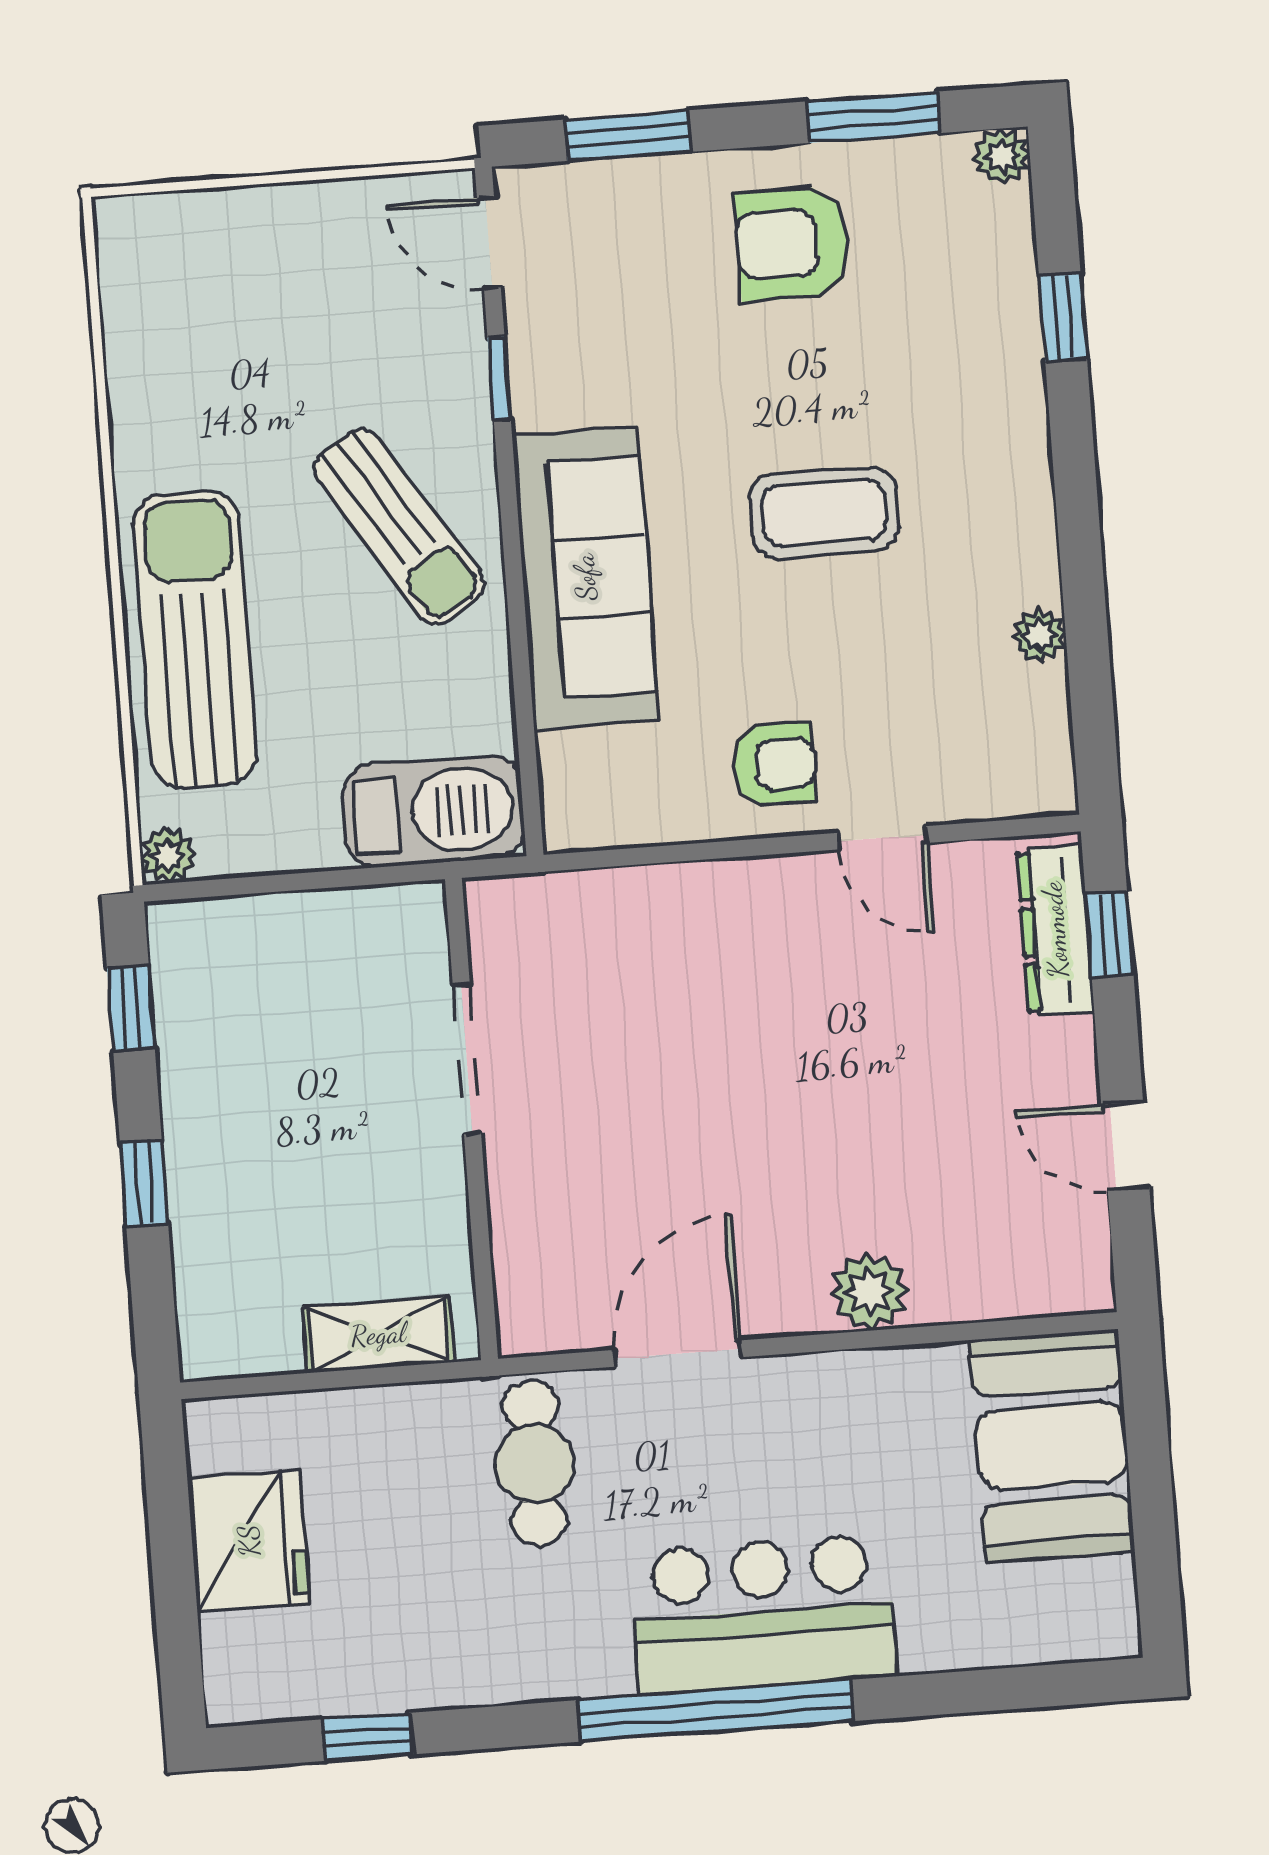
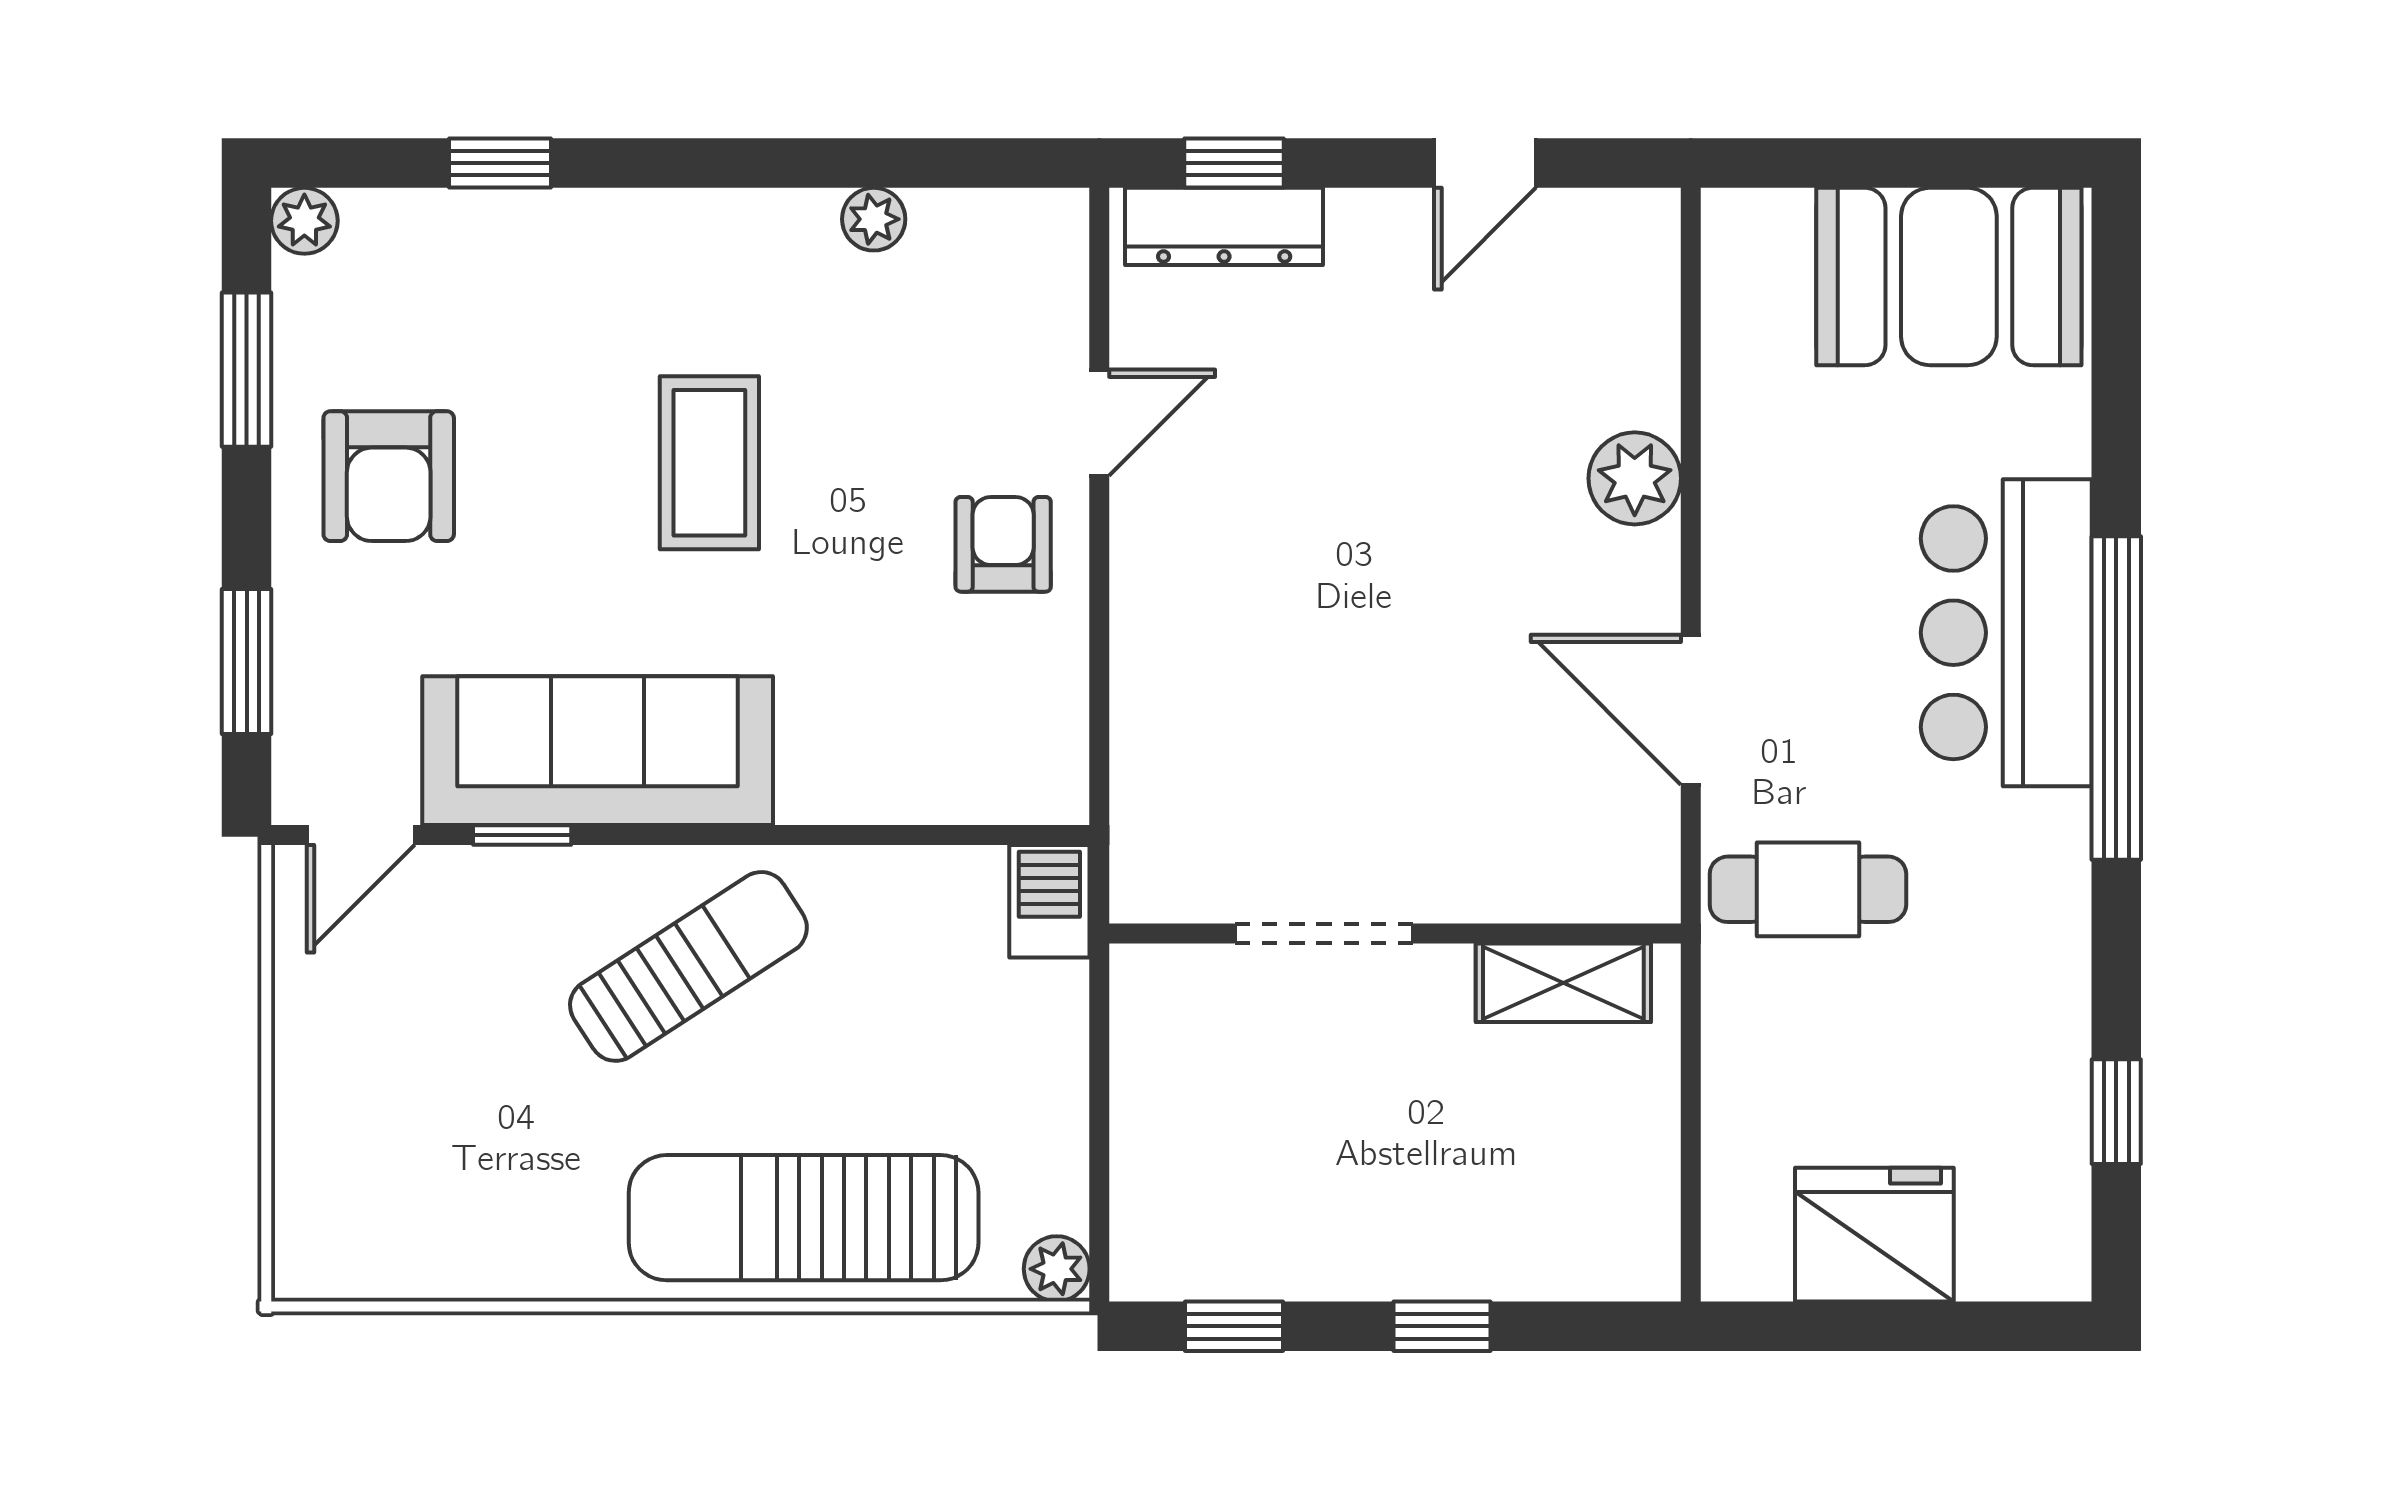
sofa: (585, 577) -> (598, 751), moved
barbecue: (434, 811) -> (1049, 901), width x0.53, depth x0.65
shelving: (378, 1334) -> (1563, 983), moved, turned 90
booth: (1052, 1446) -> (1949, 276), moved

